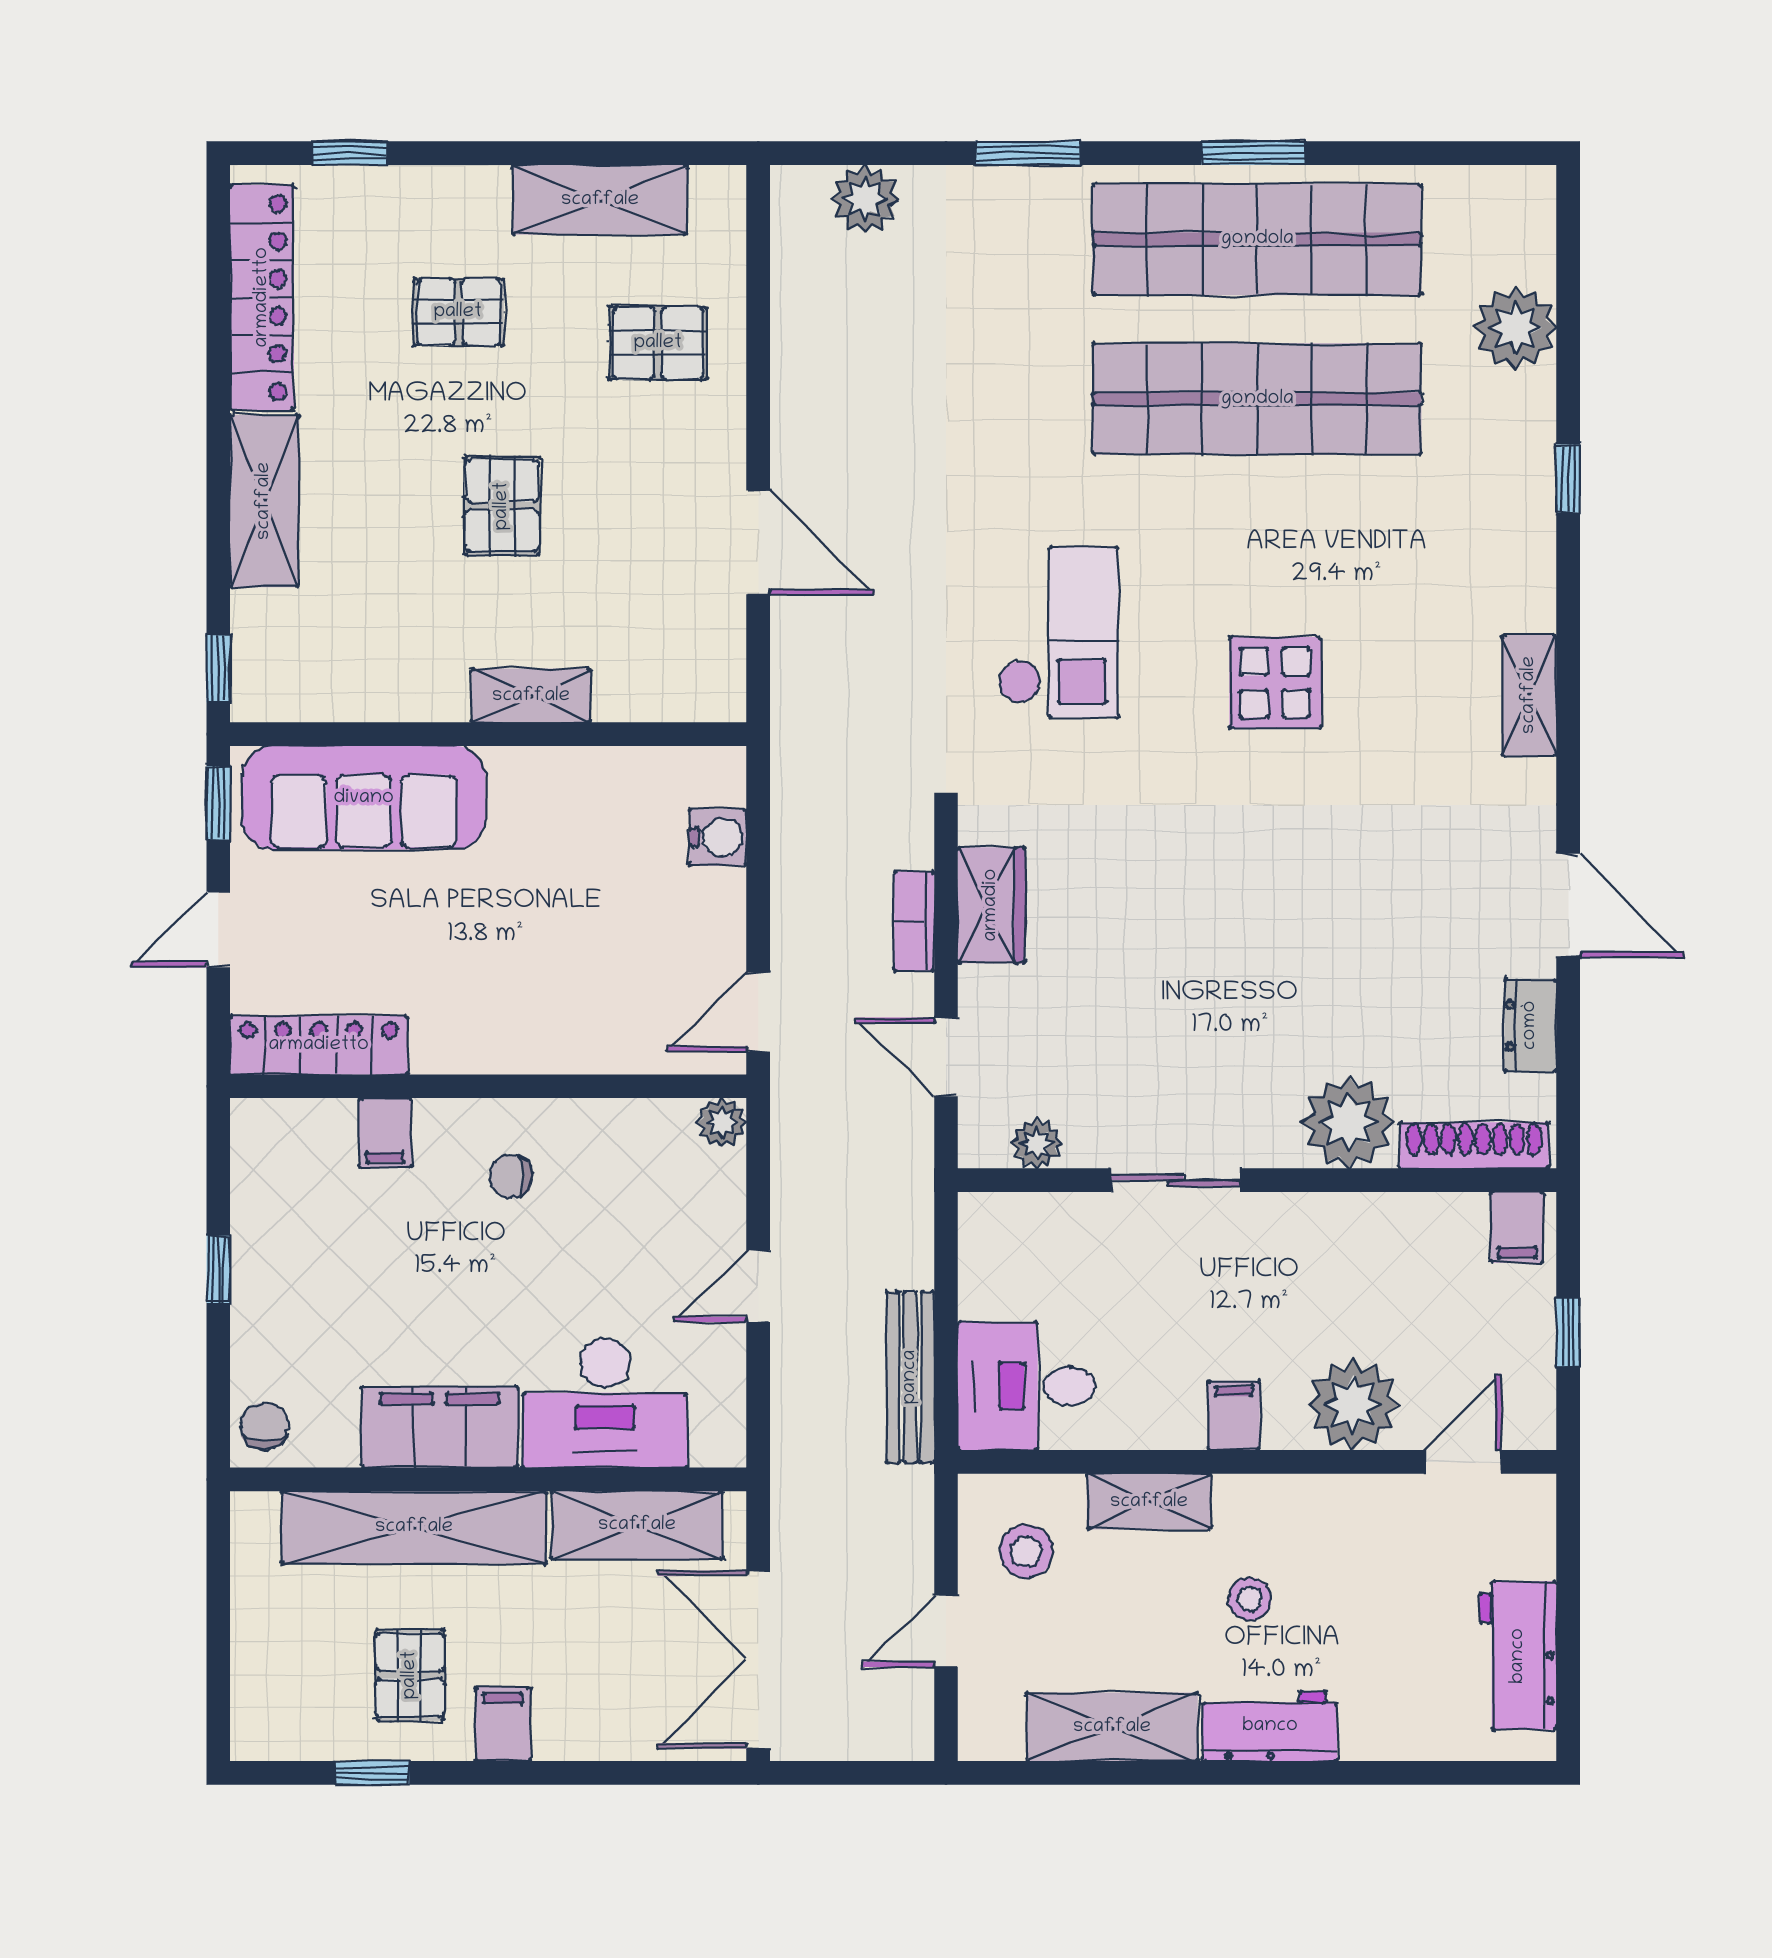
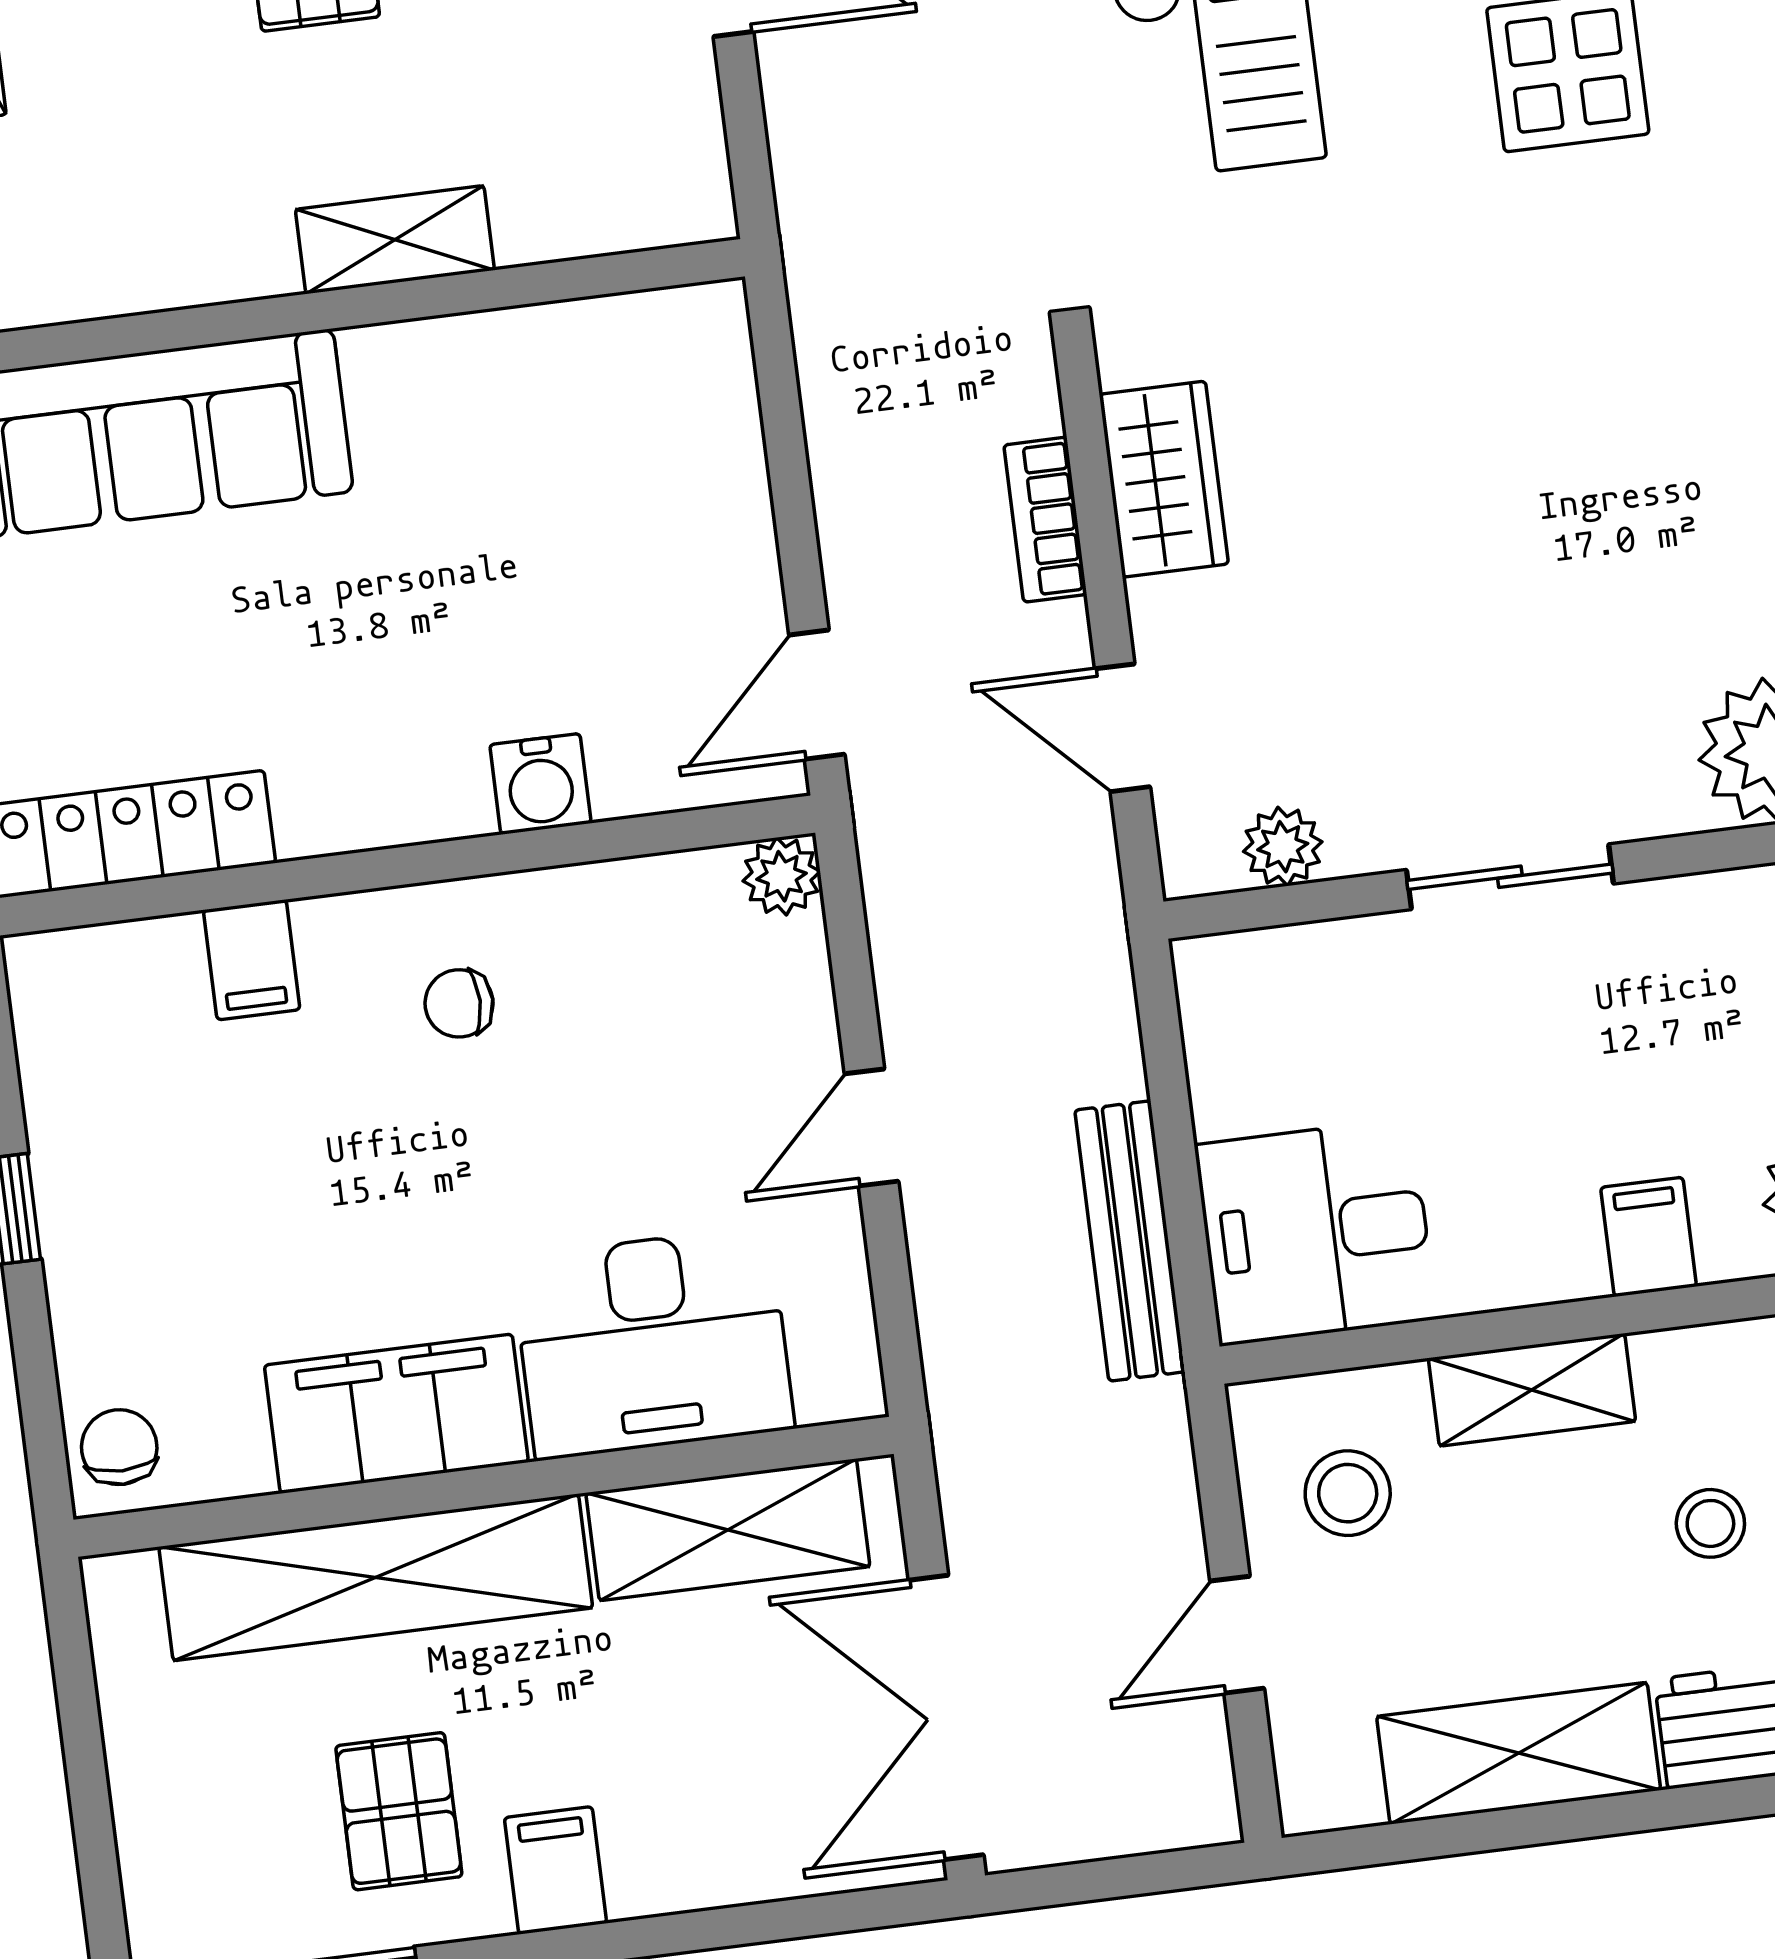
water cooler: (718, 837) -> (540, 784), moved, turned 90

